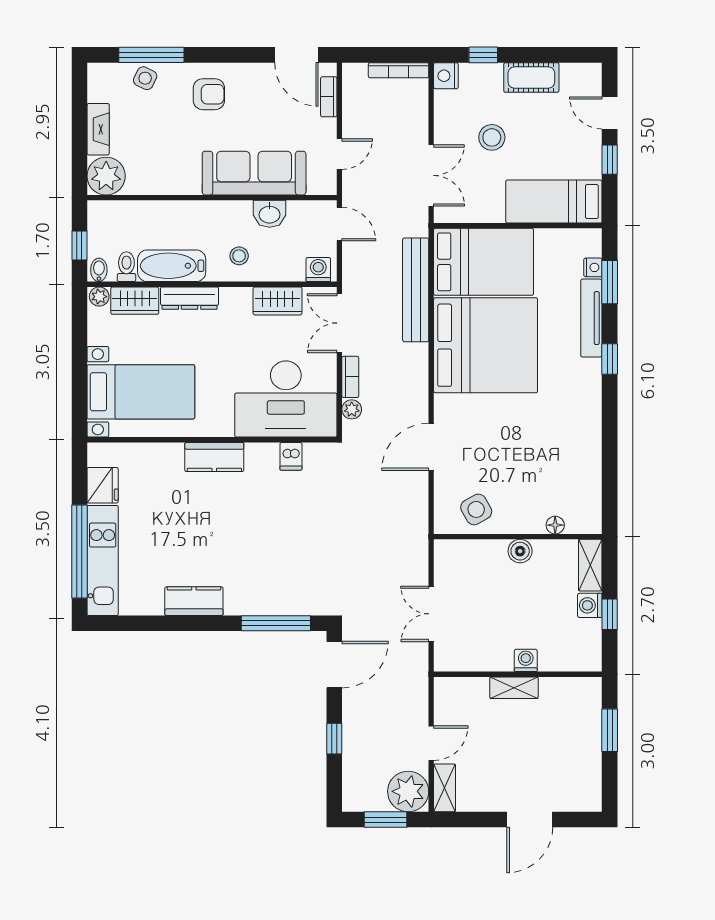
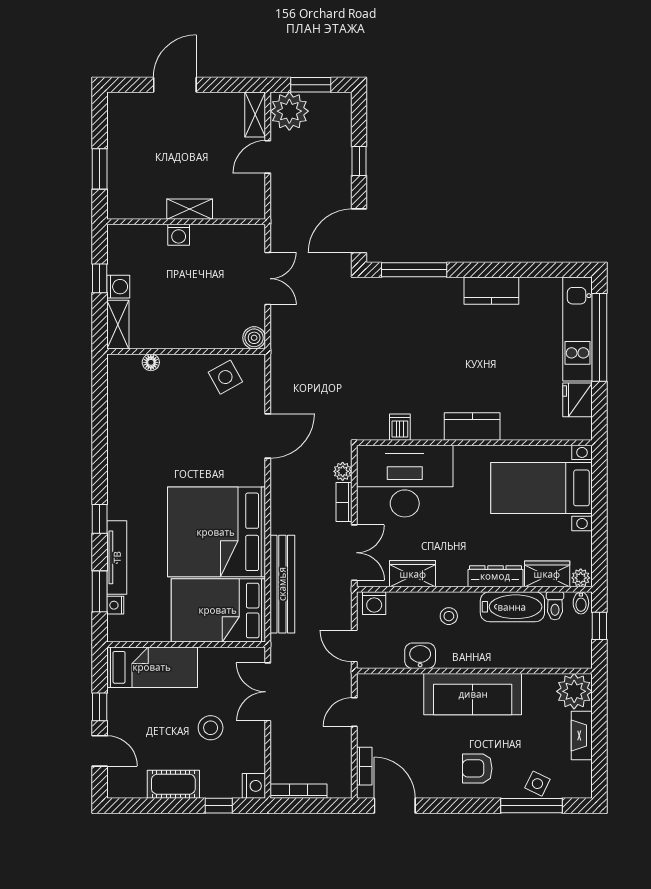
sofa: (254, 173) -> (473, 694), moved
boiler: (520, 551) -> (254, 338), moved

